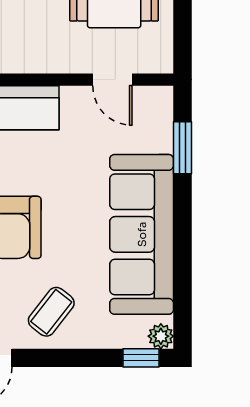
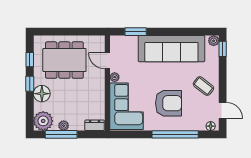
door: (112, 80) -> (107, 61), swing flipped
plant: (73, 97) -> (115, 77), added

